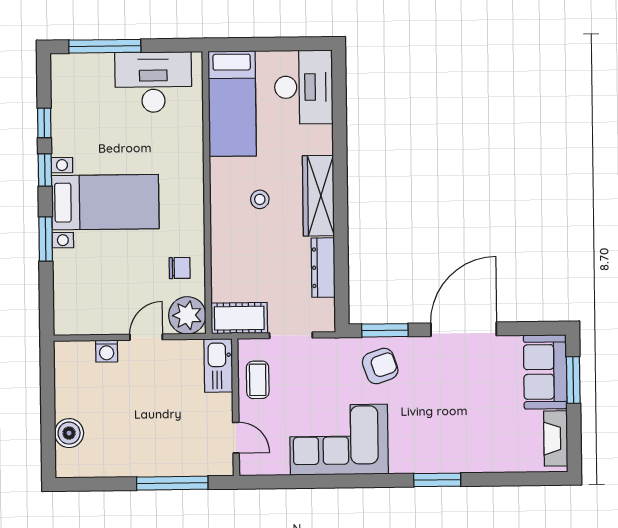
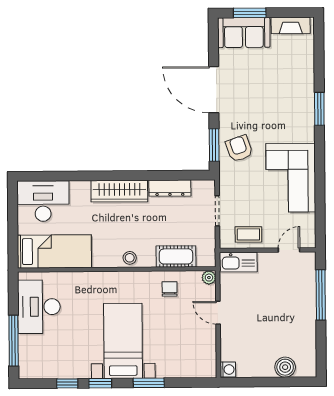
stool: (260, 199) -> (130, 258), moved
plant: (187, 315) -> (209, 278), width x0.53, depth x0.53
cot: (239, 318) -> (176, 256), moved, turned 90
washing machine: (107, 351) -> (228, 369), moved

